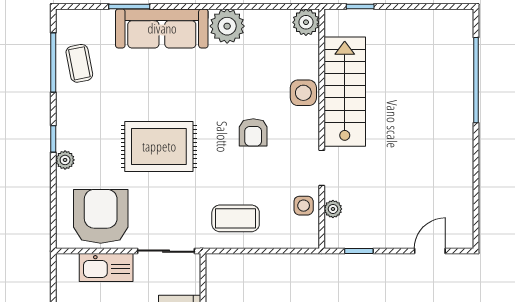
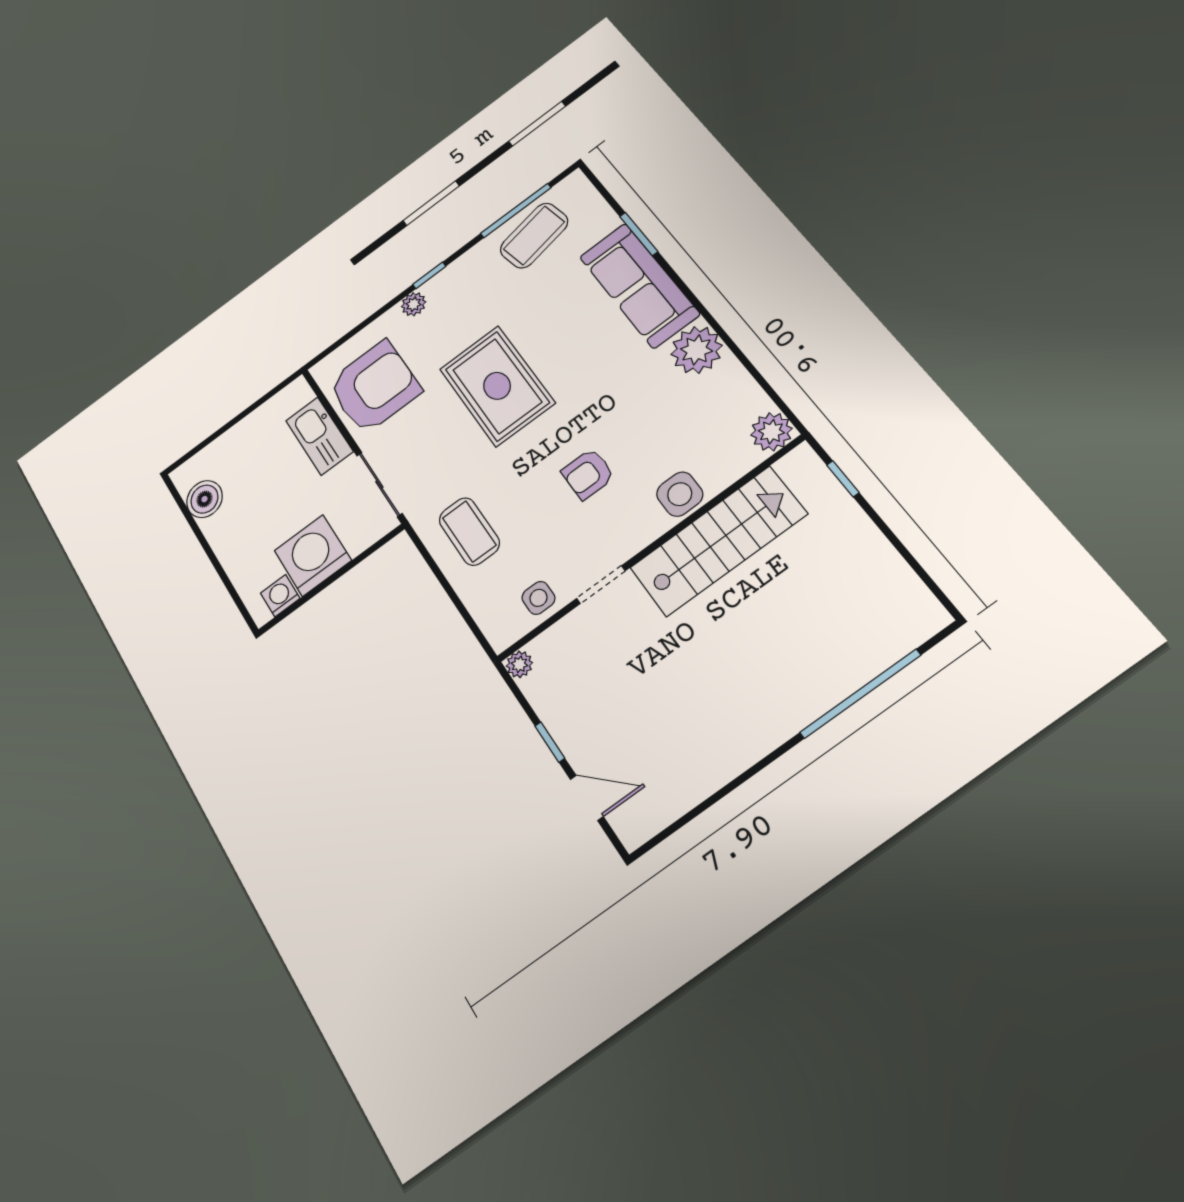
coffee table: (79, 63) -> (534, 236), width x1.36, depth x1.30
plant: (333, 209) -> (519, 664), moved
window: (359, 251) -> (550, 742), moved

